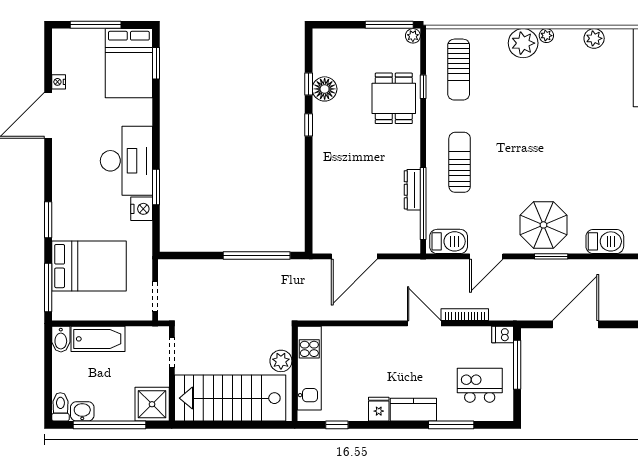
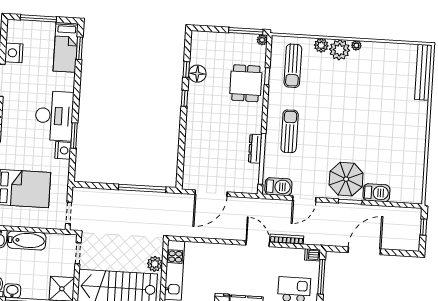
plant: (594, 38) -> (321, 45), moved
bed: (129, 63) -> (66, 47), width x0.67
nightstand: (59, 82) -> (14, 53), width x1.89, depth x1.79
barbecue: (605, 241) -> (376, 193), moved

